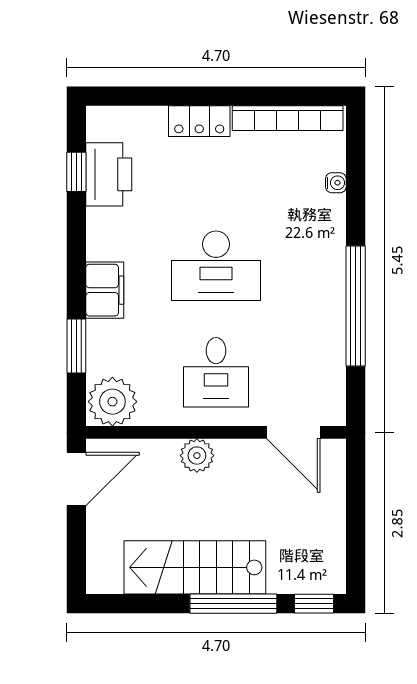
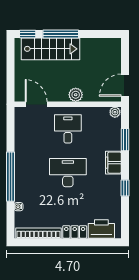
window: (76, 172) -> (125, 188), moved
printer: (109, 174) -> (101, 229), moved, turned 90
window: (356, 306) -> (11, 177), moved
plant: (112, 402) -> (115, 112), width x0.53, depth x0.53
stairs: (195, 567) -> (50, 49), moved

